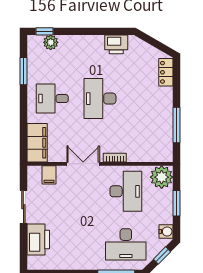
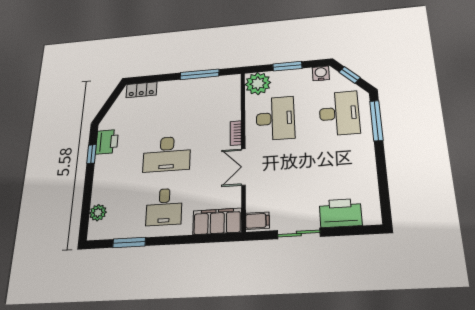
window: (44, 31) -> (91, 154), moved
filing cabinet: (49, 175) -> (257, 221), moved
desk: (126, 191) -> (275, 118), turned 90

